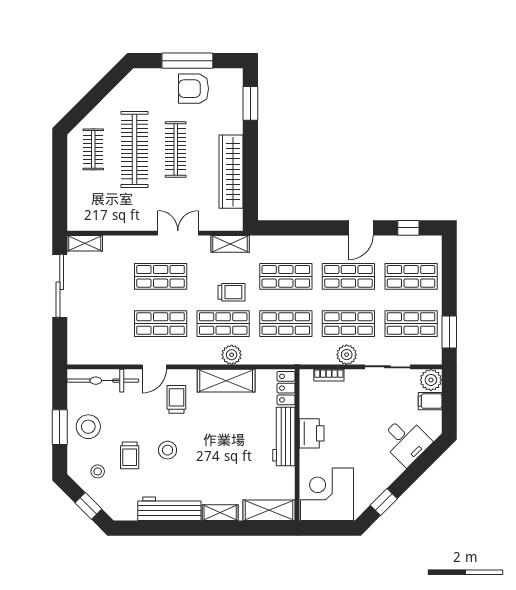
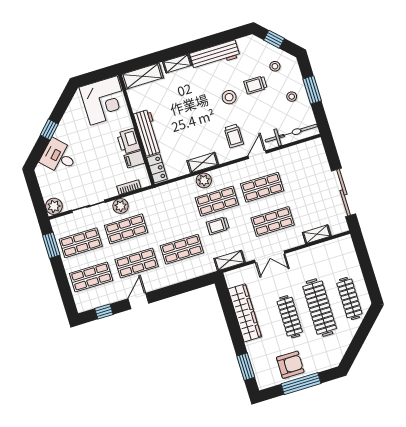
clothes rail: (93, 149) -> (349, 298), width x1.36
shelving: (85, 243) -> (317, 234), moved
shop shelf: (286, 324) -> (171, 215), removed
shelving: (226, 381) -> (203, 163), width x0.67, depth x0.75
filing cabinet: (430, 401) -> (134, 159), moved, turned 180
stool: (88, 427) -> (292, 97), width x0.53, depth x0.53
trolley: (130, 455) -> (255, 85), turned -90
window: (384, 502) -> (49, 130), moved

